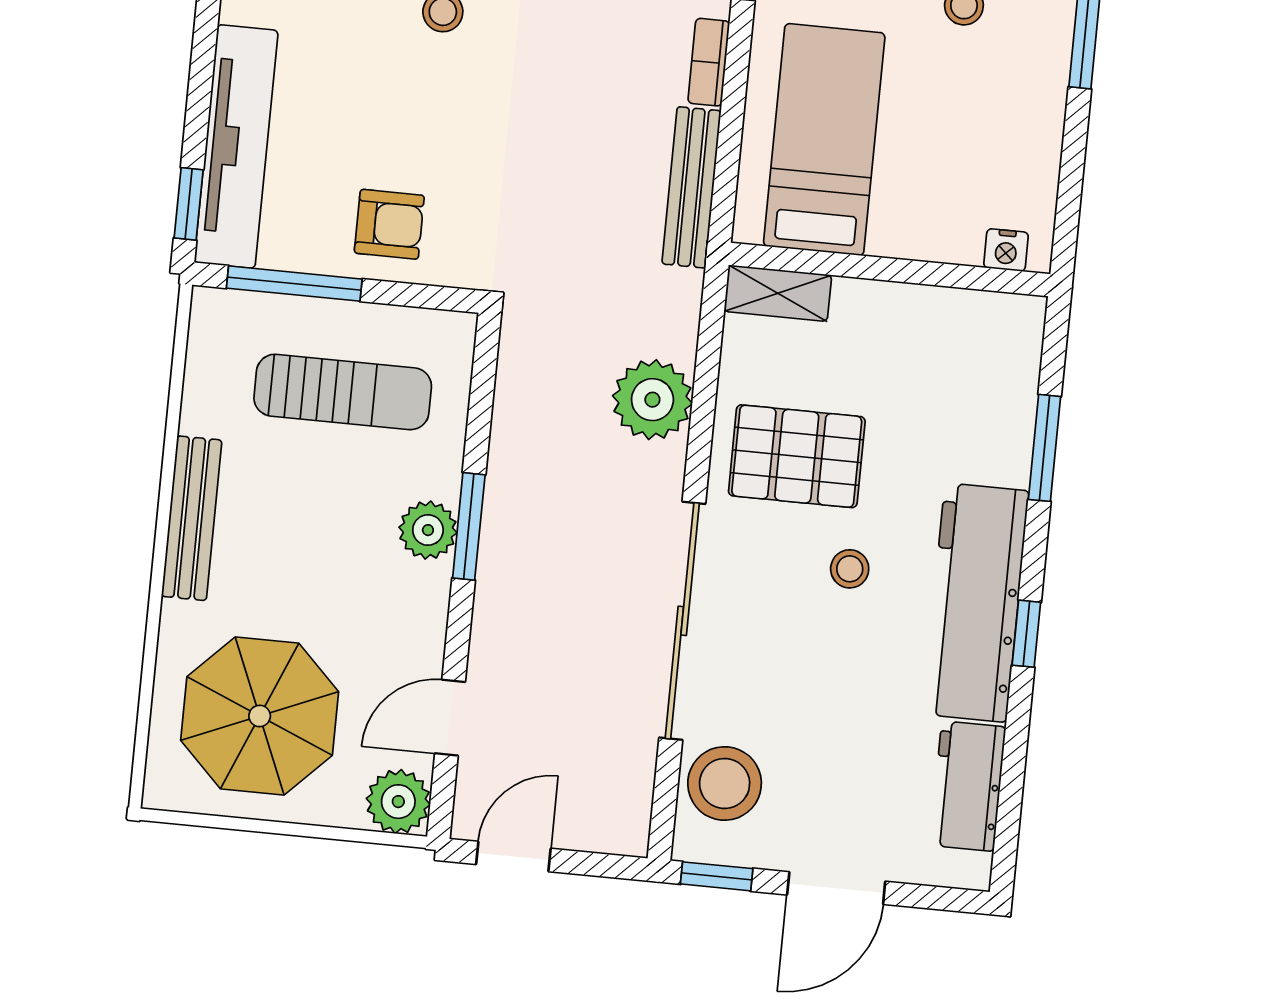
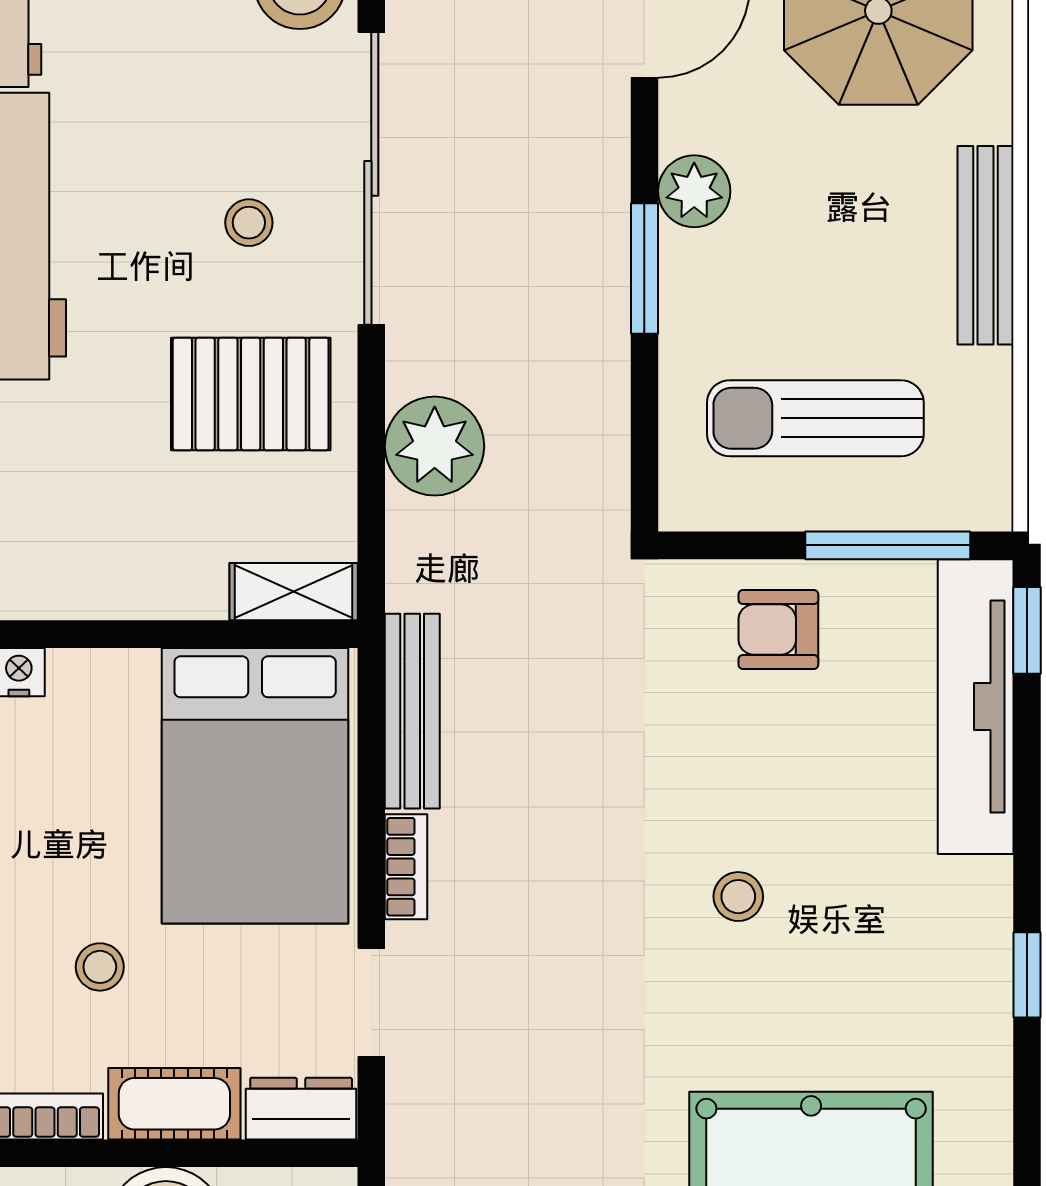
bed: (824, 140) -> (255, 786), width x1.50
plant: (428, 530) -> (694, 191), moved
stool: (850, 569) -> (249, 223), moved

